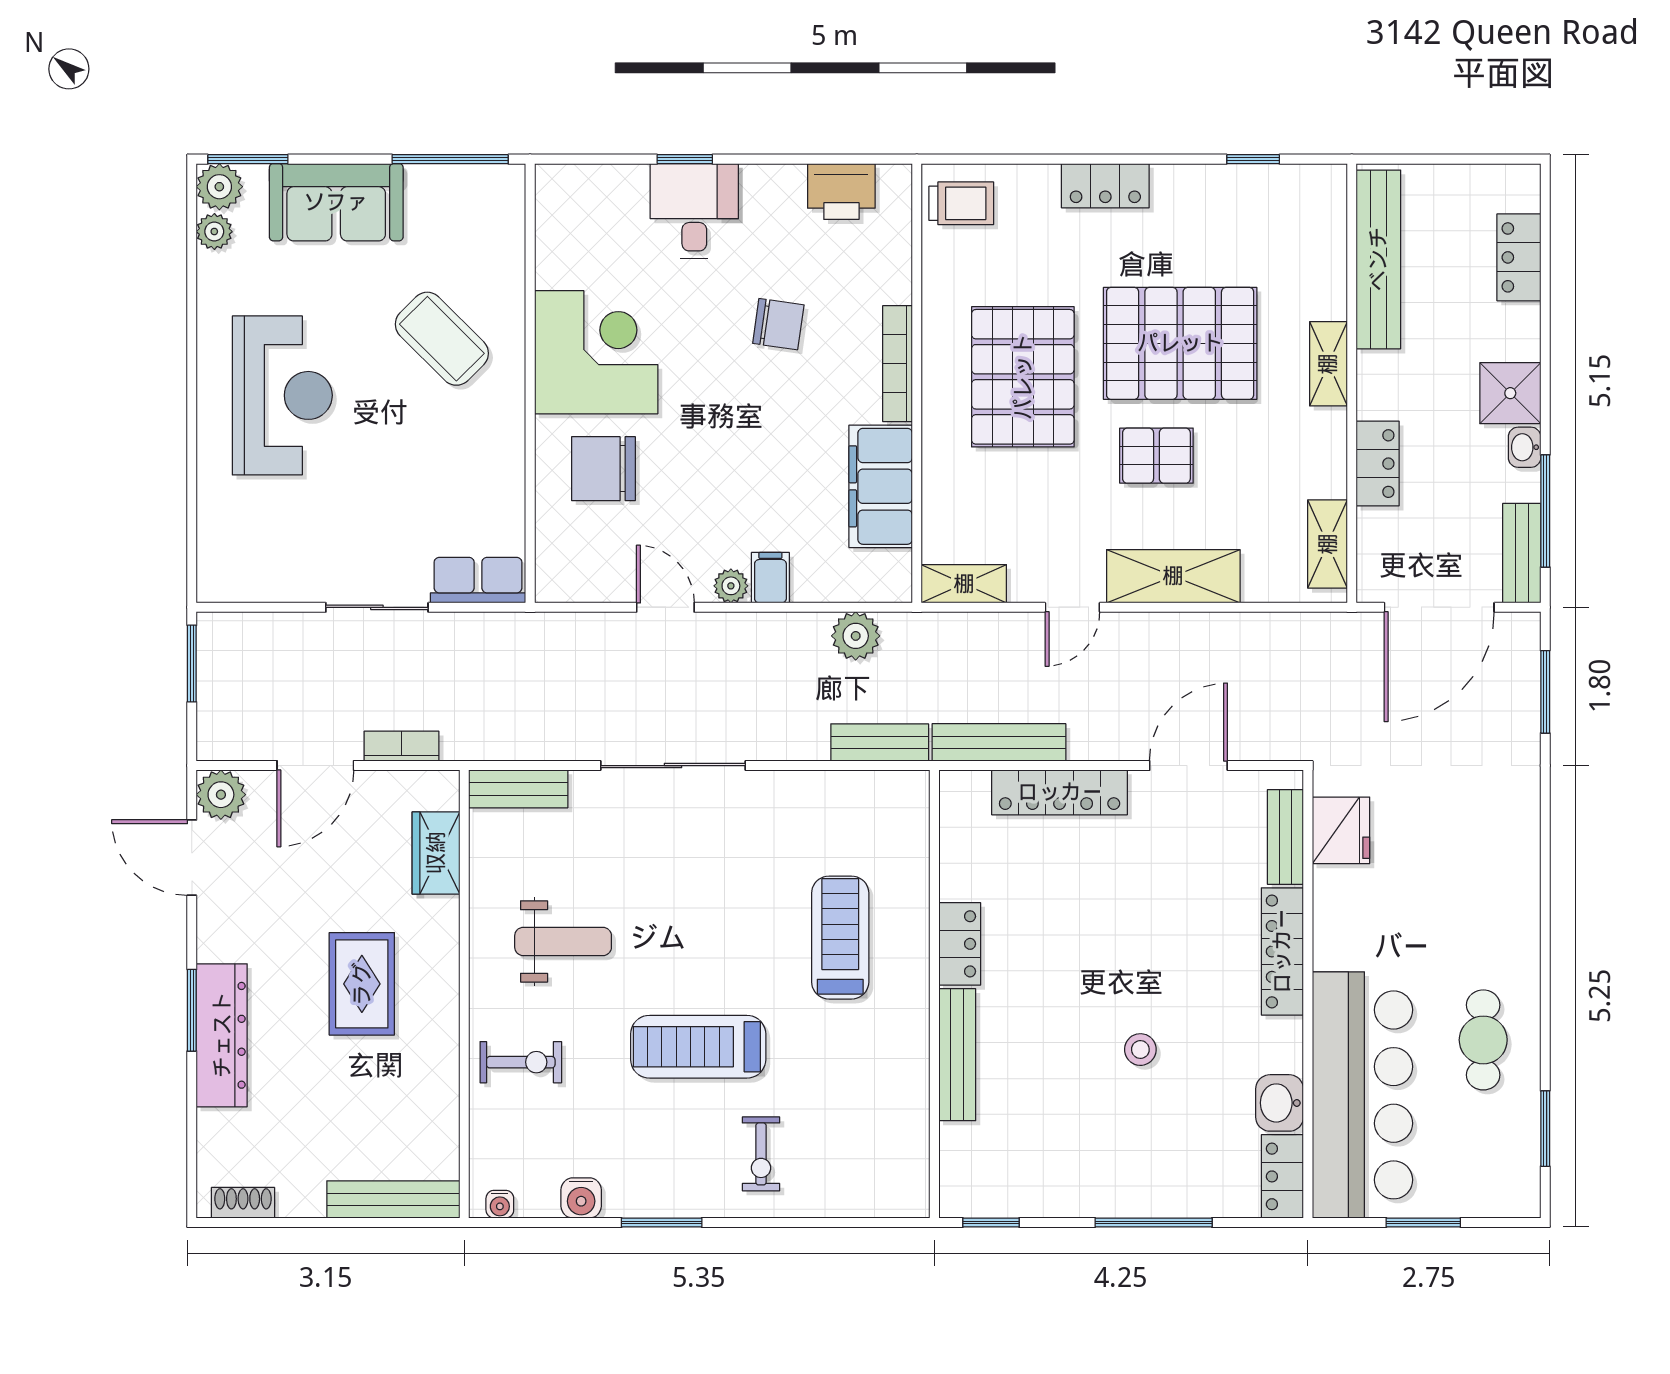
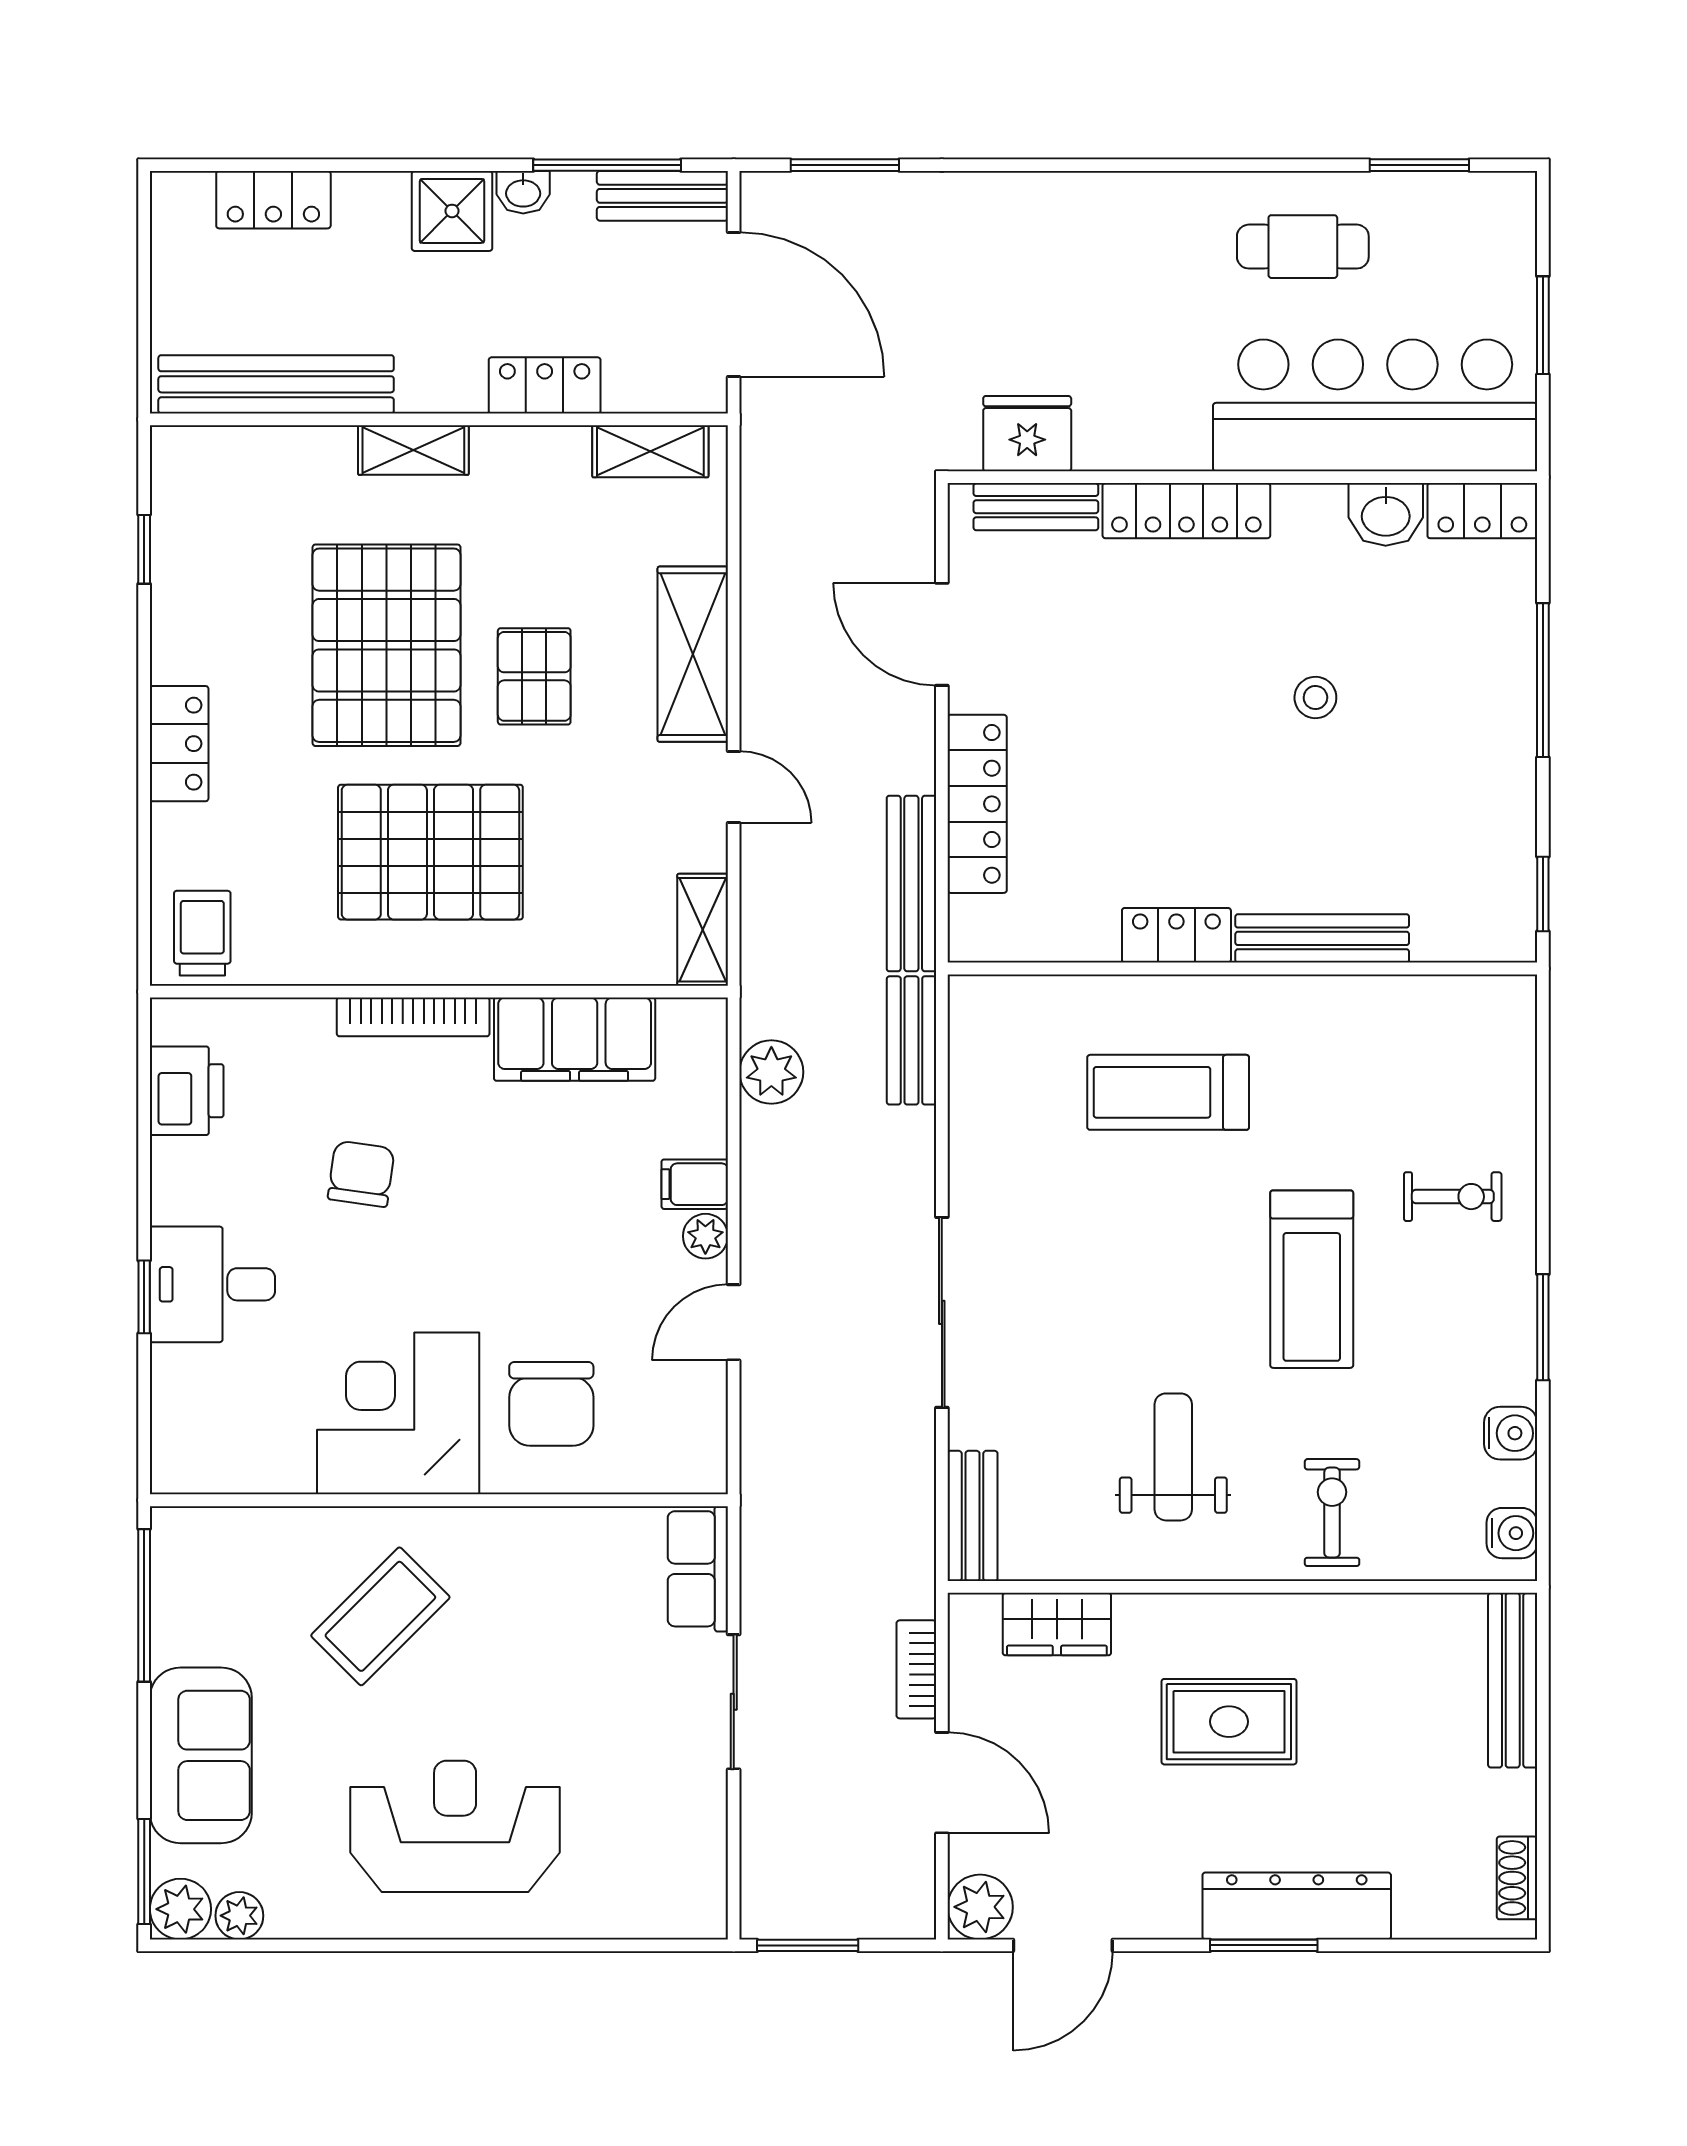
water cooler: (500, 1204) -> (1512, 1533), width x1.38, depth x1.38

